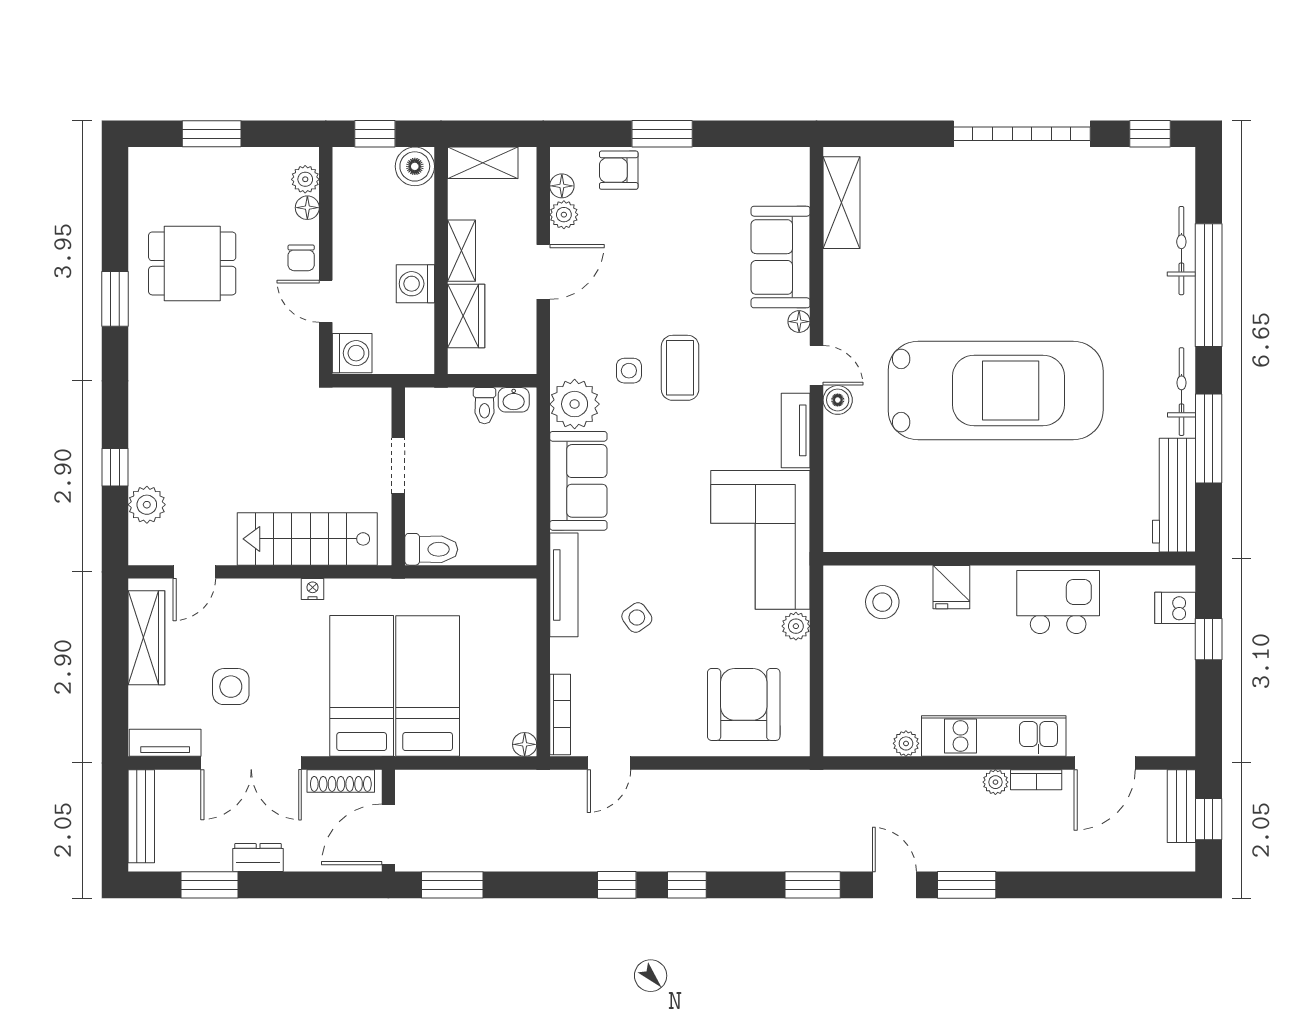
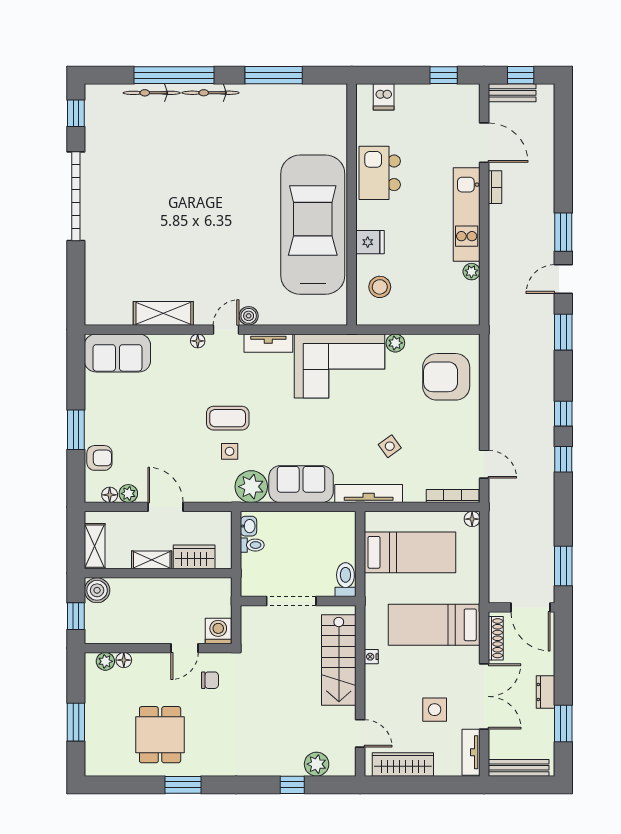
armchair: (619, 170) -> (99, 458), turned -90
shelving: (842, 203) -> (163, 313), moved
sofa: (781, 257) -> (117, 353), moved
chair: (301, 258) -> (210, 680), moved
washing machine: (415, 284) -> (173, 590), removed
car: (996, 391) -> (313, 225), moved
bicycle: (1181, 392) -> (211, 93), moved
doorway: (398, 466) -> (291, 601), width x1.38
workbench: (1174, 495) -> (310, 98), removed
window: (1209, 639) -> (444, 75), moved
bed: (428, 686) -> (410, 552), moved, turned 180
plant: (995, 782) -> (497, 213), removed

